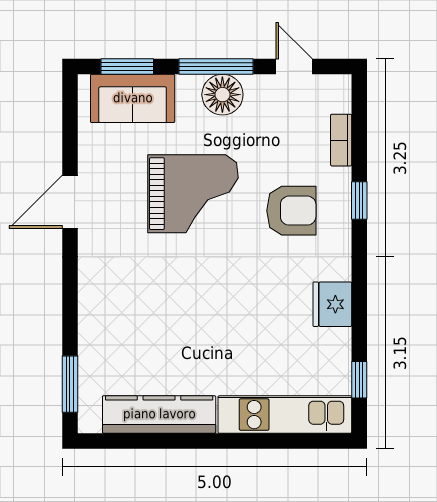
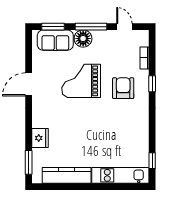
floor lamp: (222, 95) -> (83, 39), moved
grand piano: (193, 194) -> (81, 81), turned 180
armchair: (291, 211) -> (123, 88), turned -90
fridge: (332, 304) -> (40, 138), moved, turned 180

